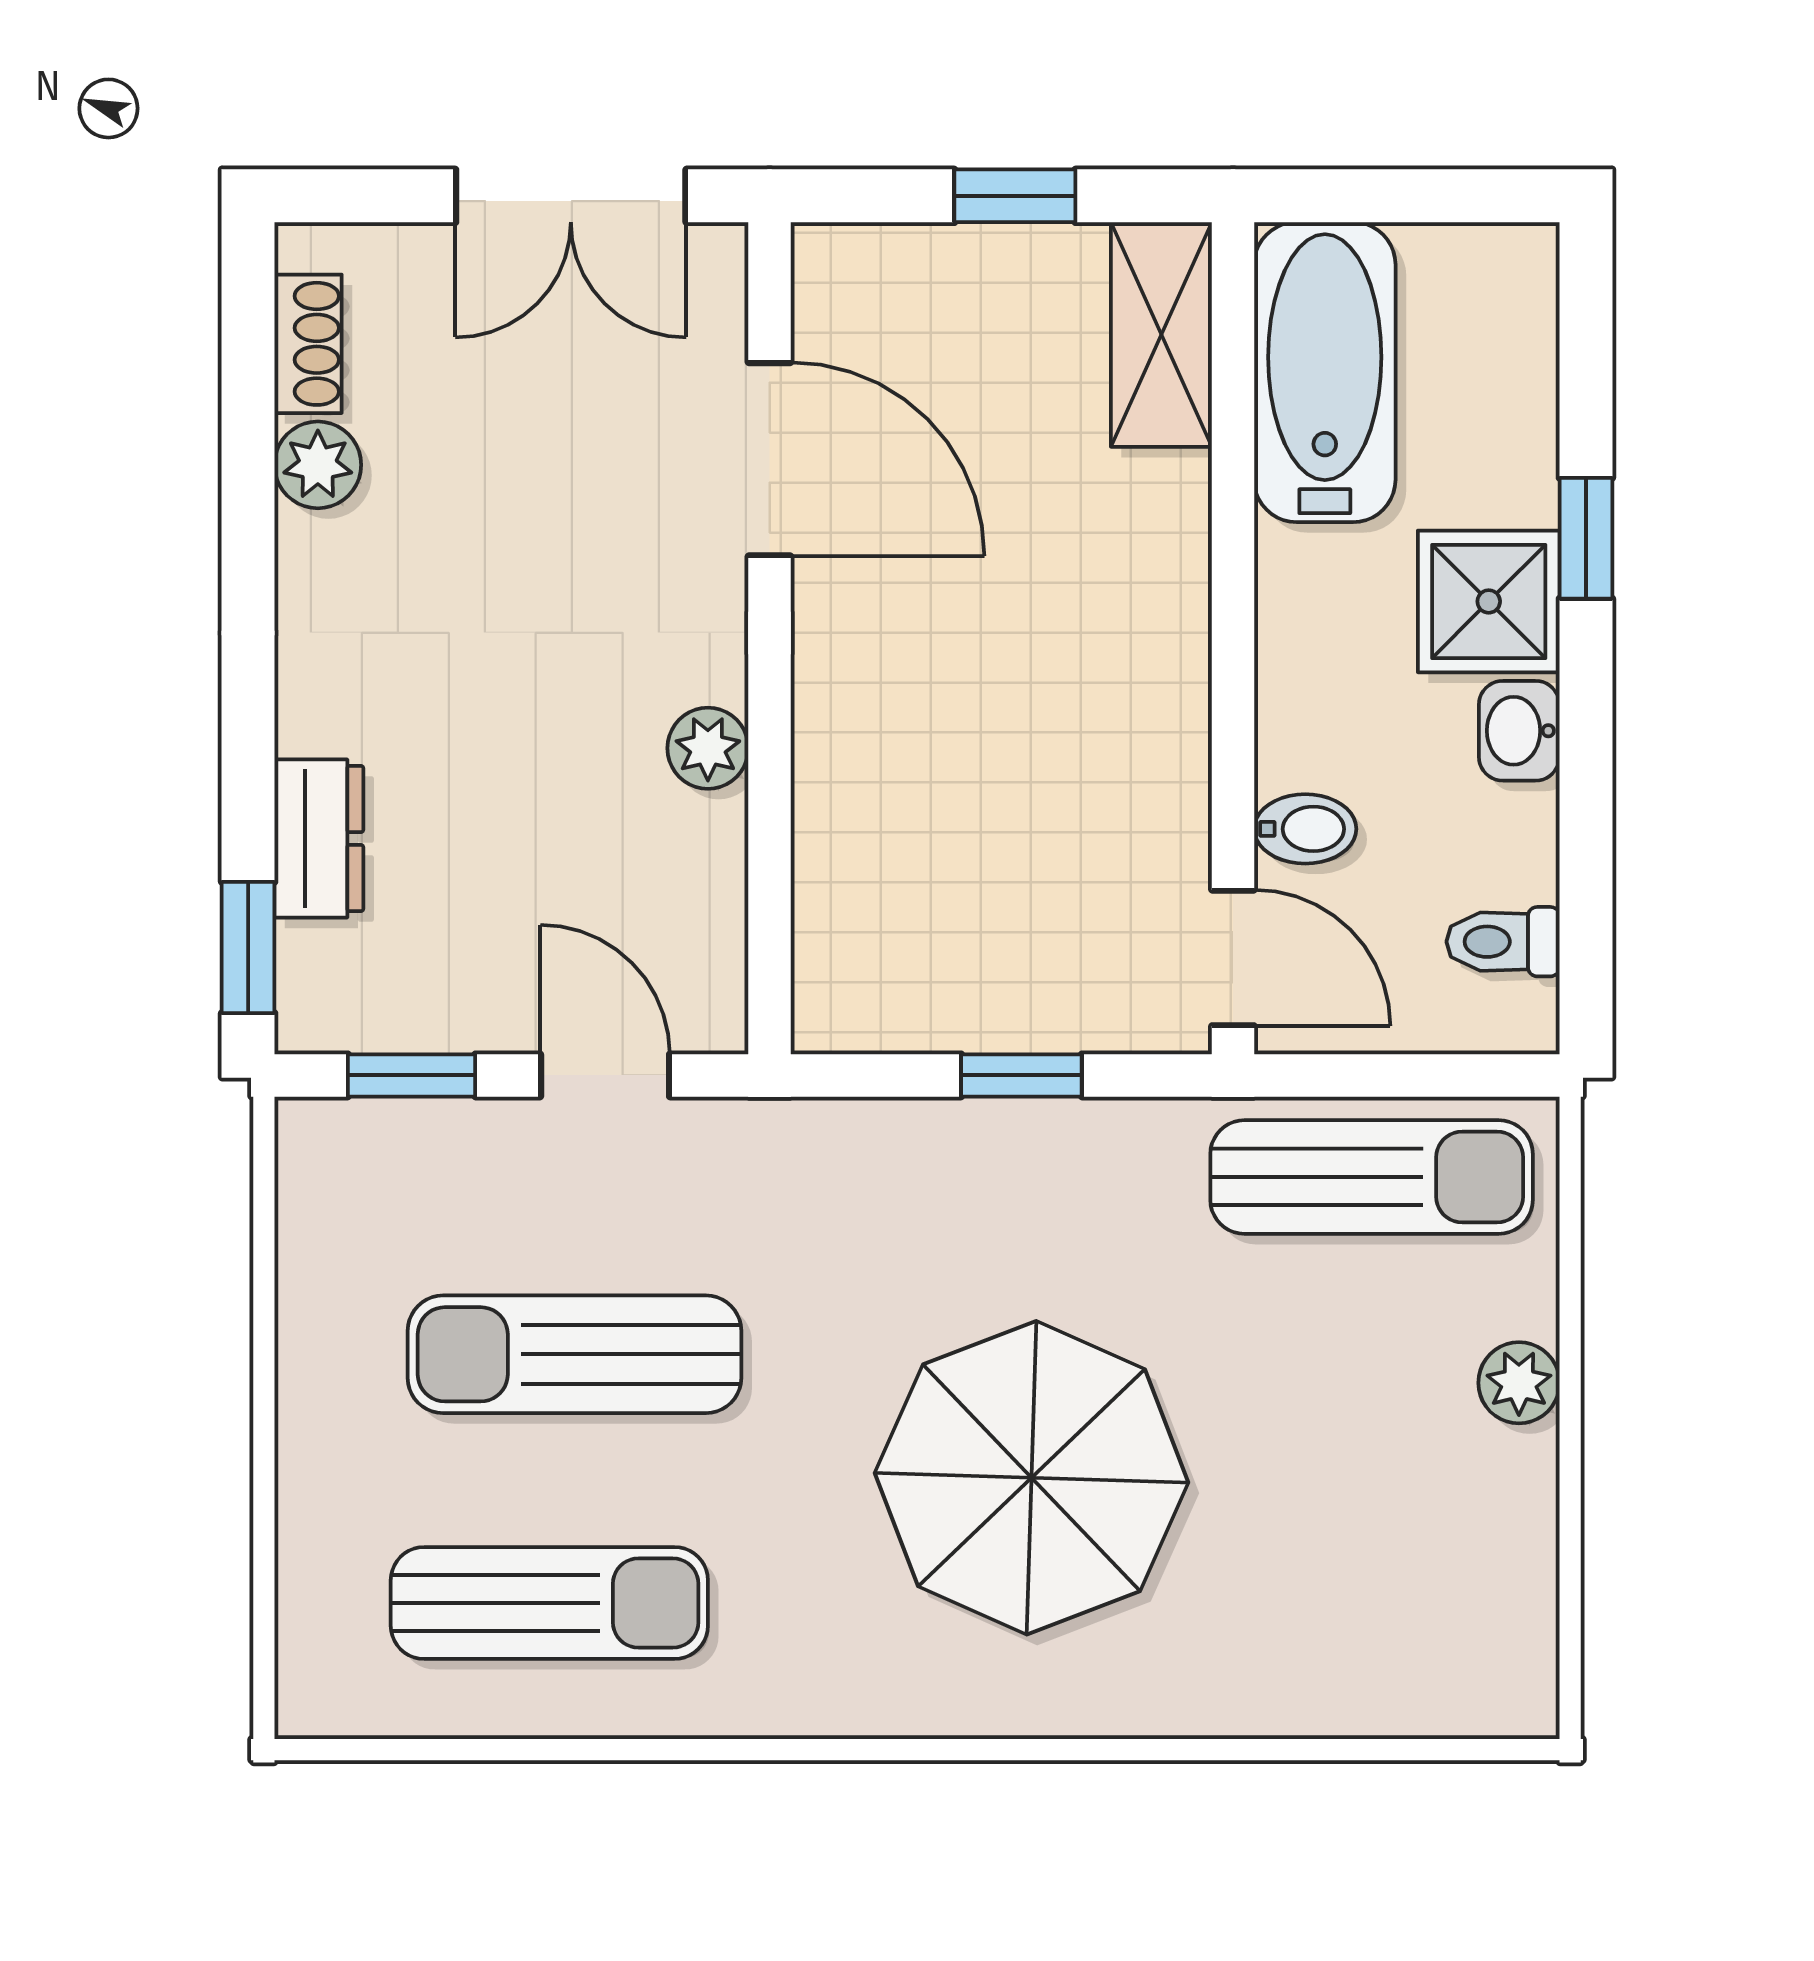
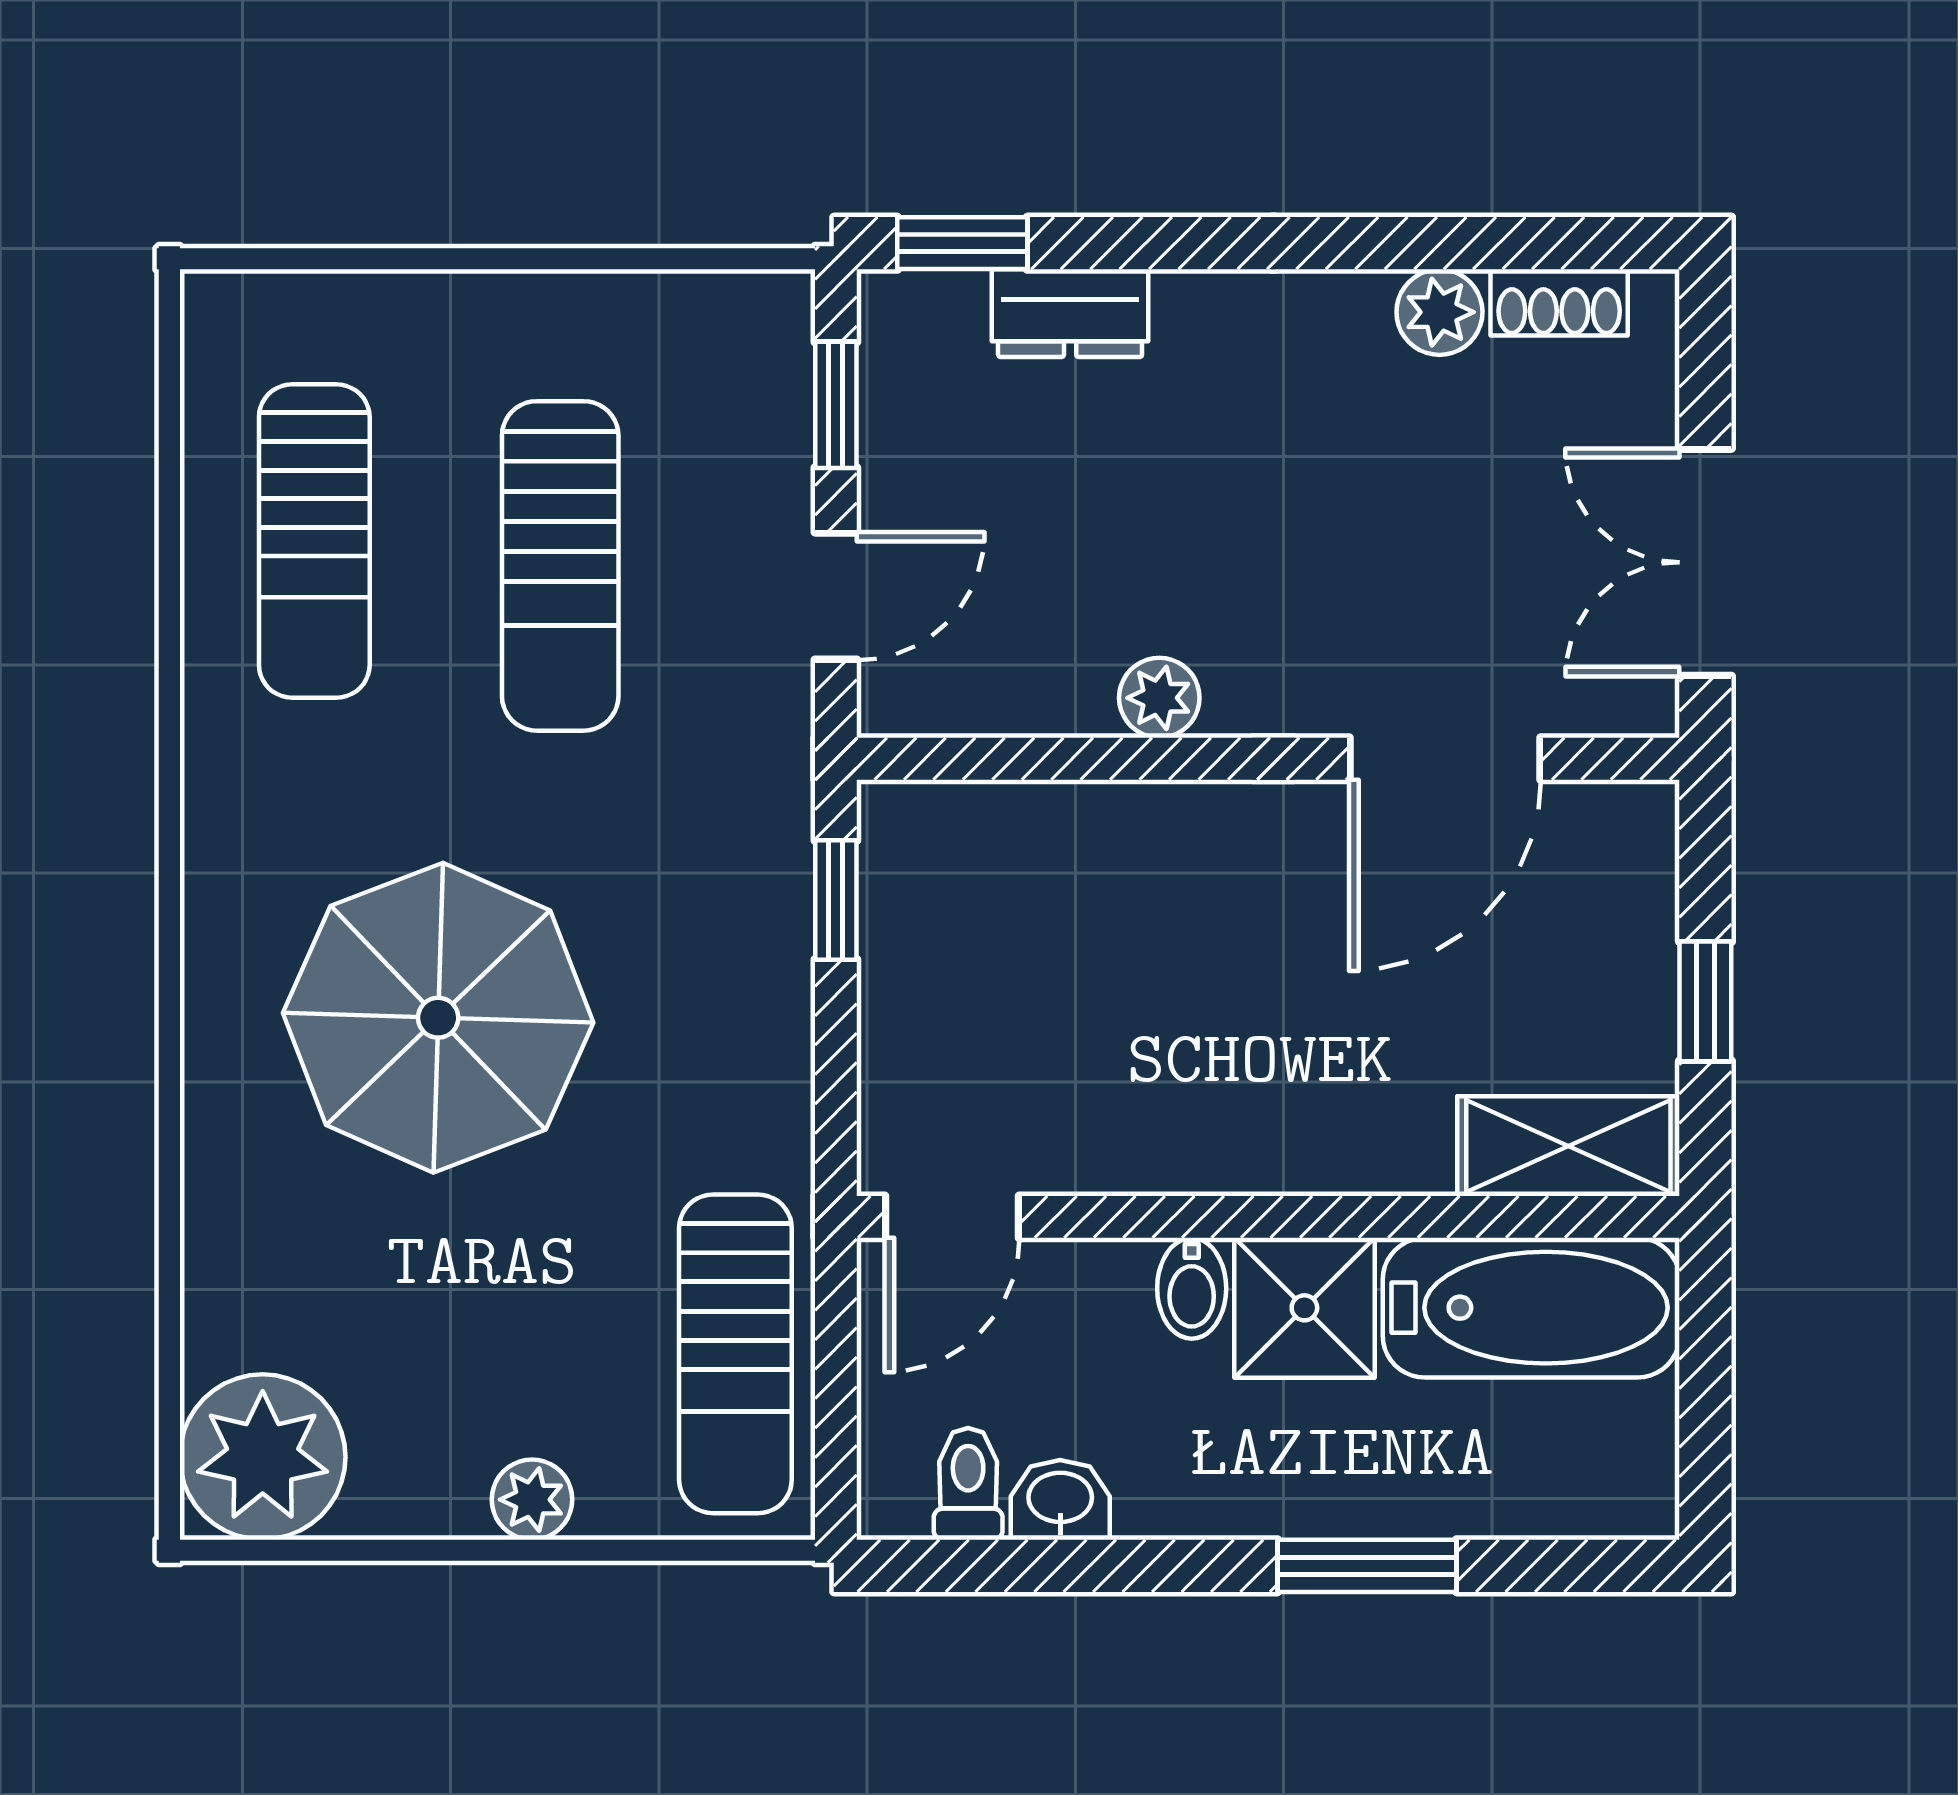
window: (1586, 538) -> (1367, 1566), width x1.50
shower: (1489, 601) -> (1304, 1308), moved
washbasin: (1519, 731) -> (1060, 1500), moved
bidet: (1305, 829) -> (1192, 1288), moved
window: (1021, 1075) -> (836, 900), moved
sun lounger: (574, 1354) -> (560, 566), turned 180
plant: (1476, 1655) -> (263, 1457), added

